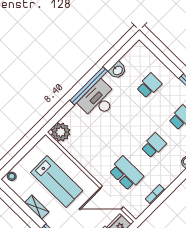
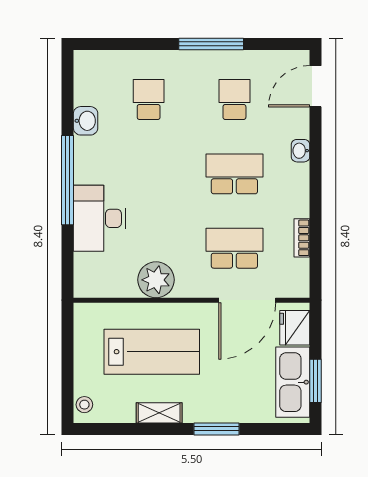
desk: (98, 100) -> (99, 218), moved
plant: (61, 132) -> (156, 280), moved
school desk: (154, 145) -> (234, 174), width x1.85

